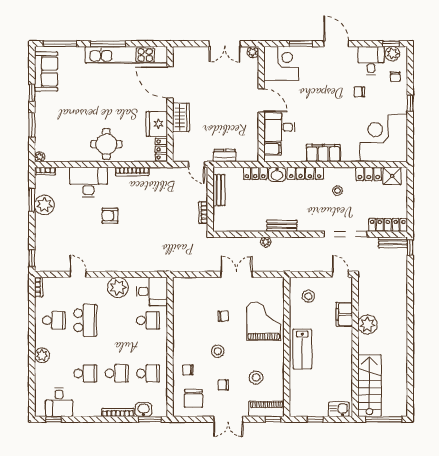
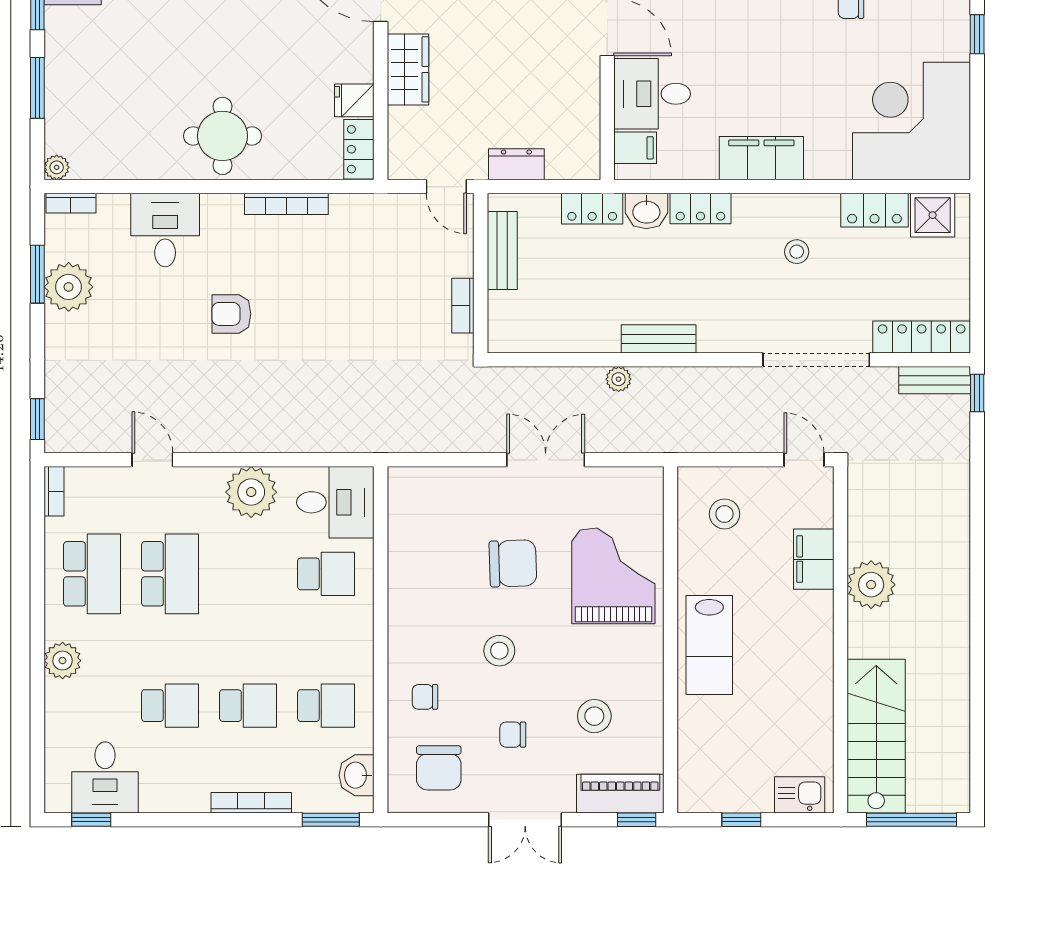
fridge: (157, 124) -> (354, 100), width x0.53, depth x0.75
locker: (305, 173) -> (700, 209), width x0.66
desk: (88, 182) -> (165, 230), width x0.73
chair: (223, 316) -> (513, 563), width x1.87, depth x1.87
school desk: (54, 320) -> (92, 574), width x1.85
washbasin: (144, 410) -> (357, 775), moved, turned -90

